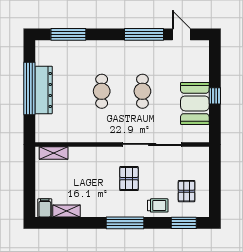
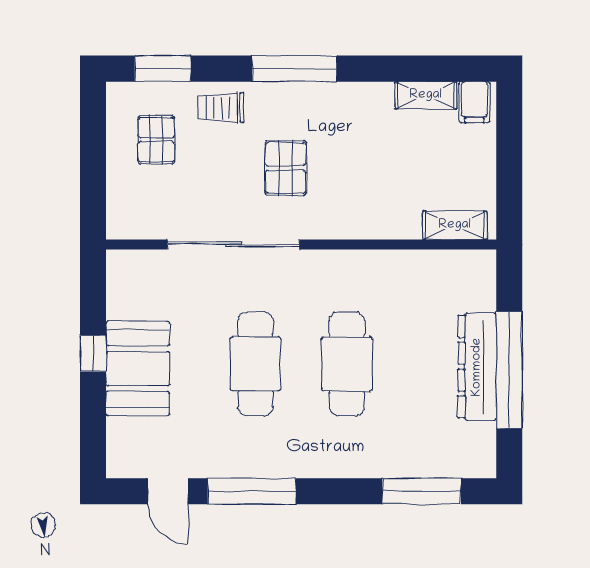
cafe table: (102, 91) -> (347, 364), width x1.37, depth x1.35
cafe table: (142, 91) -> (255, 364), width x1.37, depth x1.35
booth: (195, 103) -> (138, 369), moved

